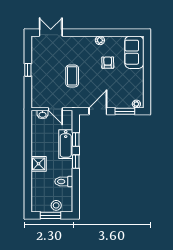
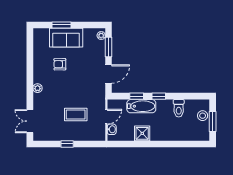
plant: (100, 40) -> (38, 88), moved
sofa: (134, 52) -> (66, 38), moved
window: (147, 64) -> (61, 25), added
coffee table: (72, 76) -> (76, 115), moved
door: (98, 111) -> (108, 74), swing flipped
shower: (39, 164) -> (142, 133), moved

